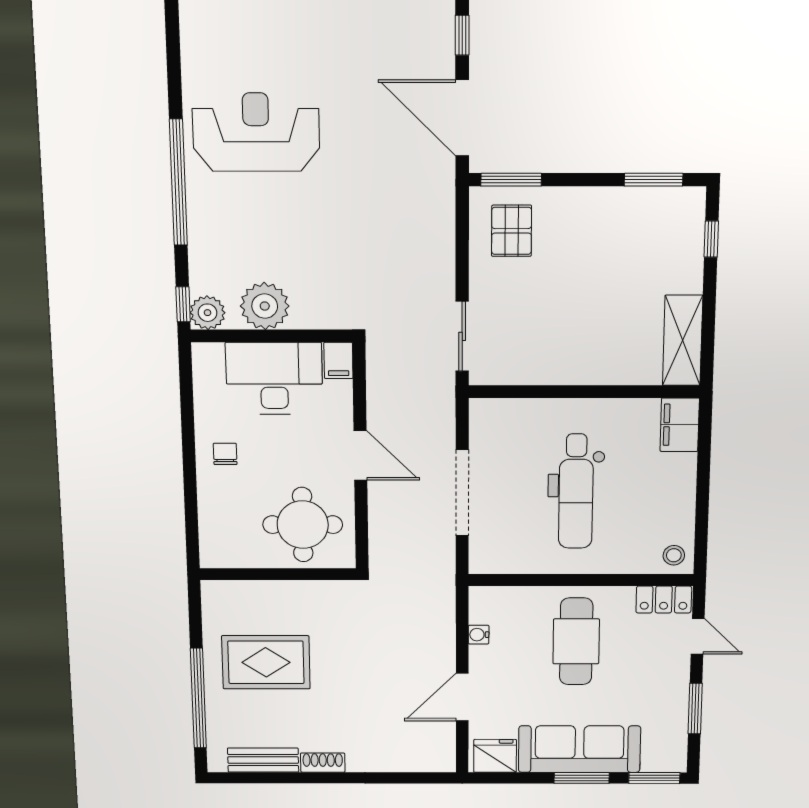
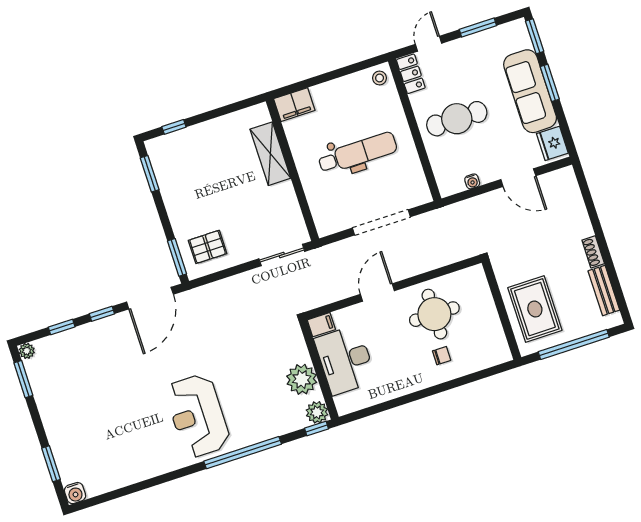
shelving: (683, 340) -> (270, 154), moved, turned 90
chair: (225, 454) -> (442, 356), moved, turned 180
wall: (278, 574) -> (502, 310), moved

